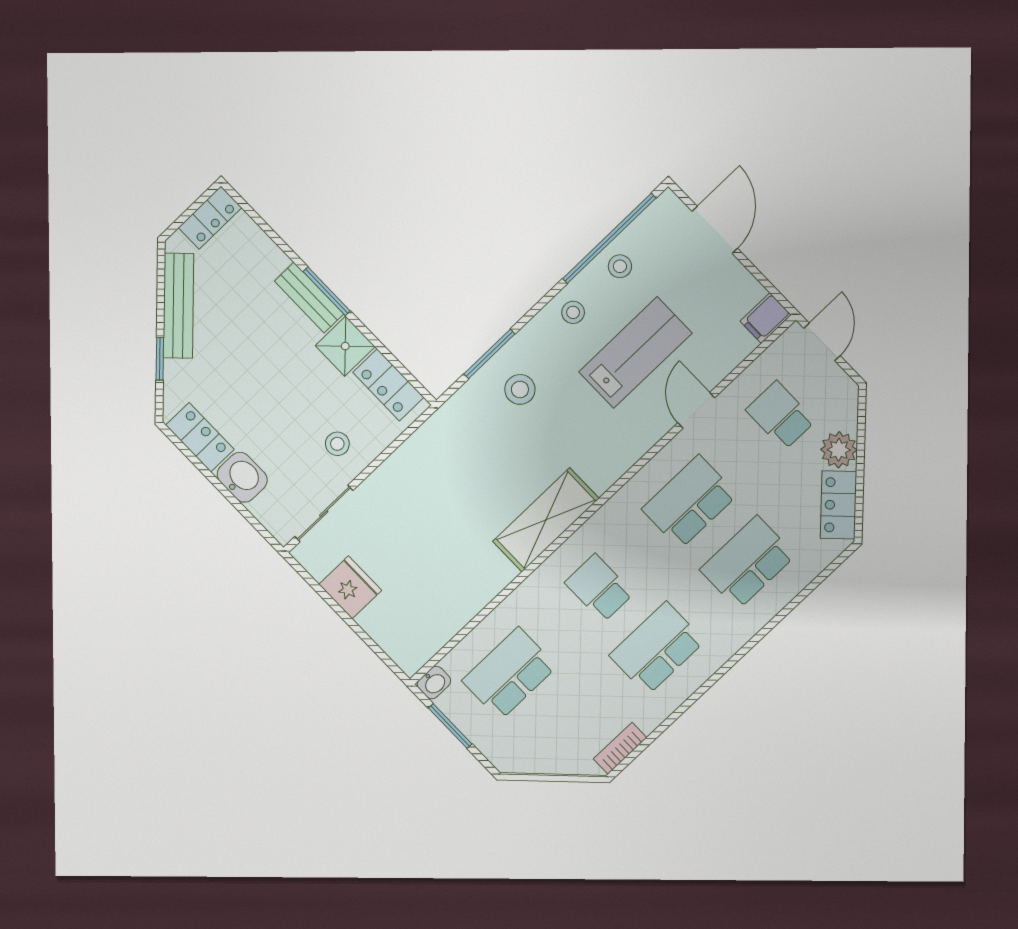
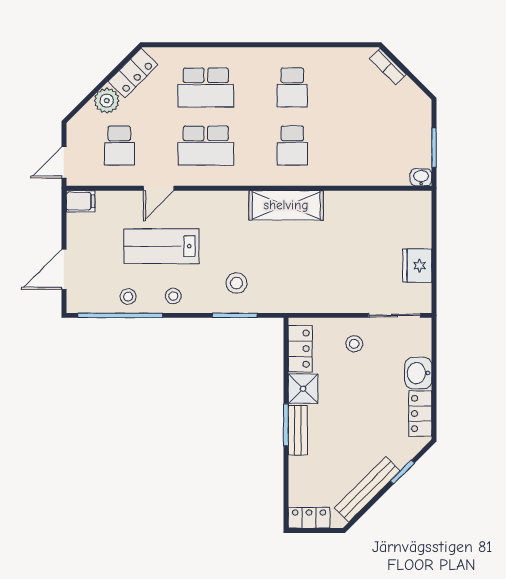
school desk: (657, 648) -> (292, 87), width x0.54
school desk: (509, 674) -> (379, 146), removed
bookcase: (620, 748) -> (388, 67), moved, turned 45

